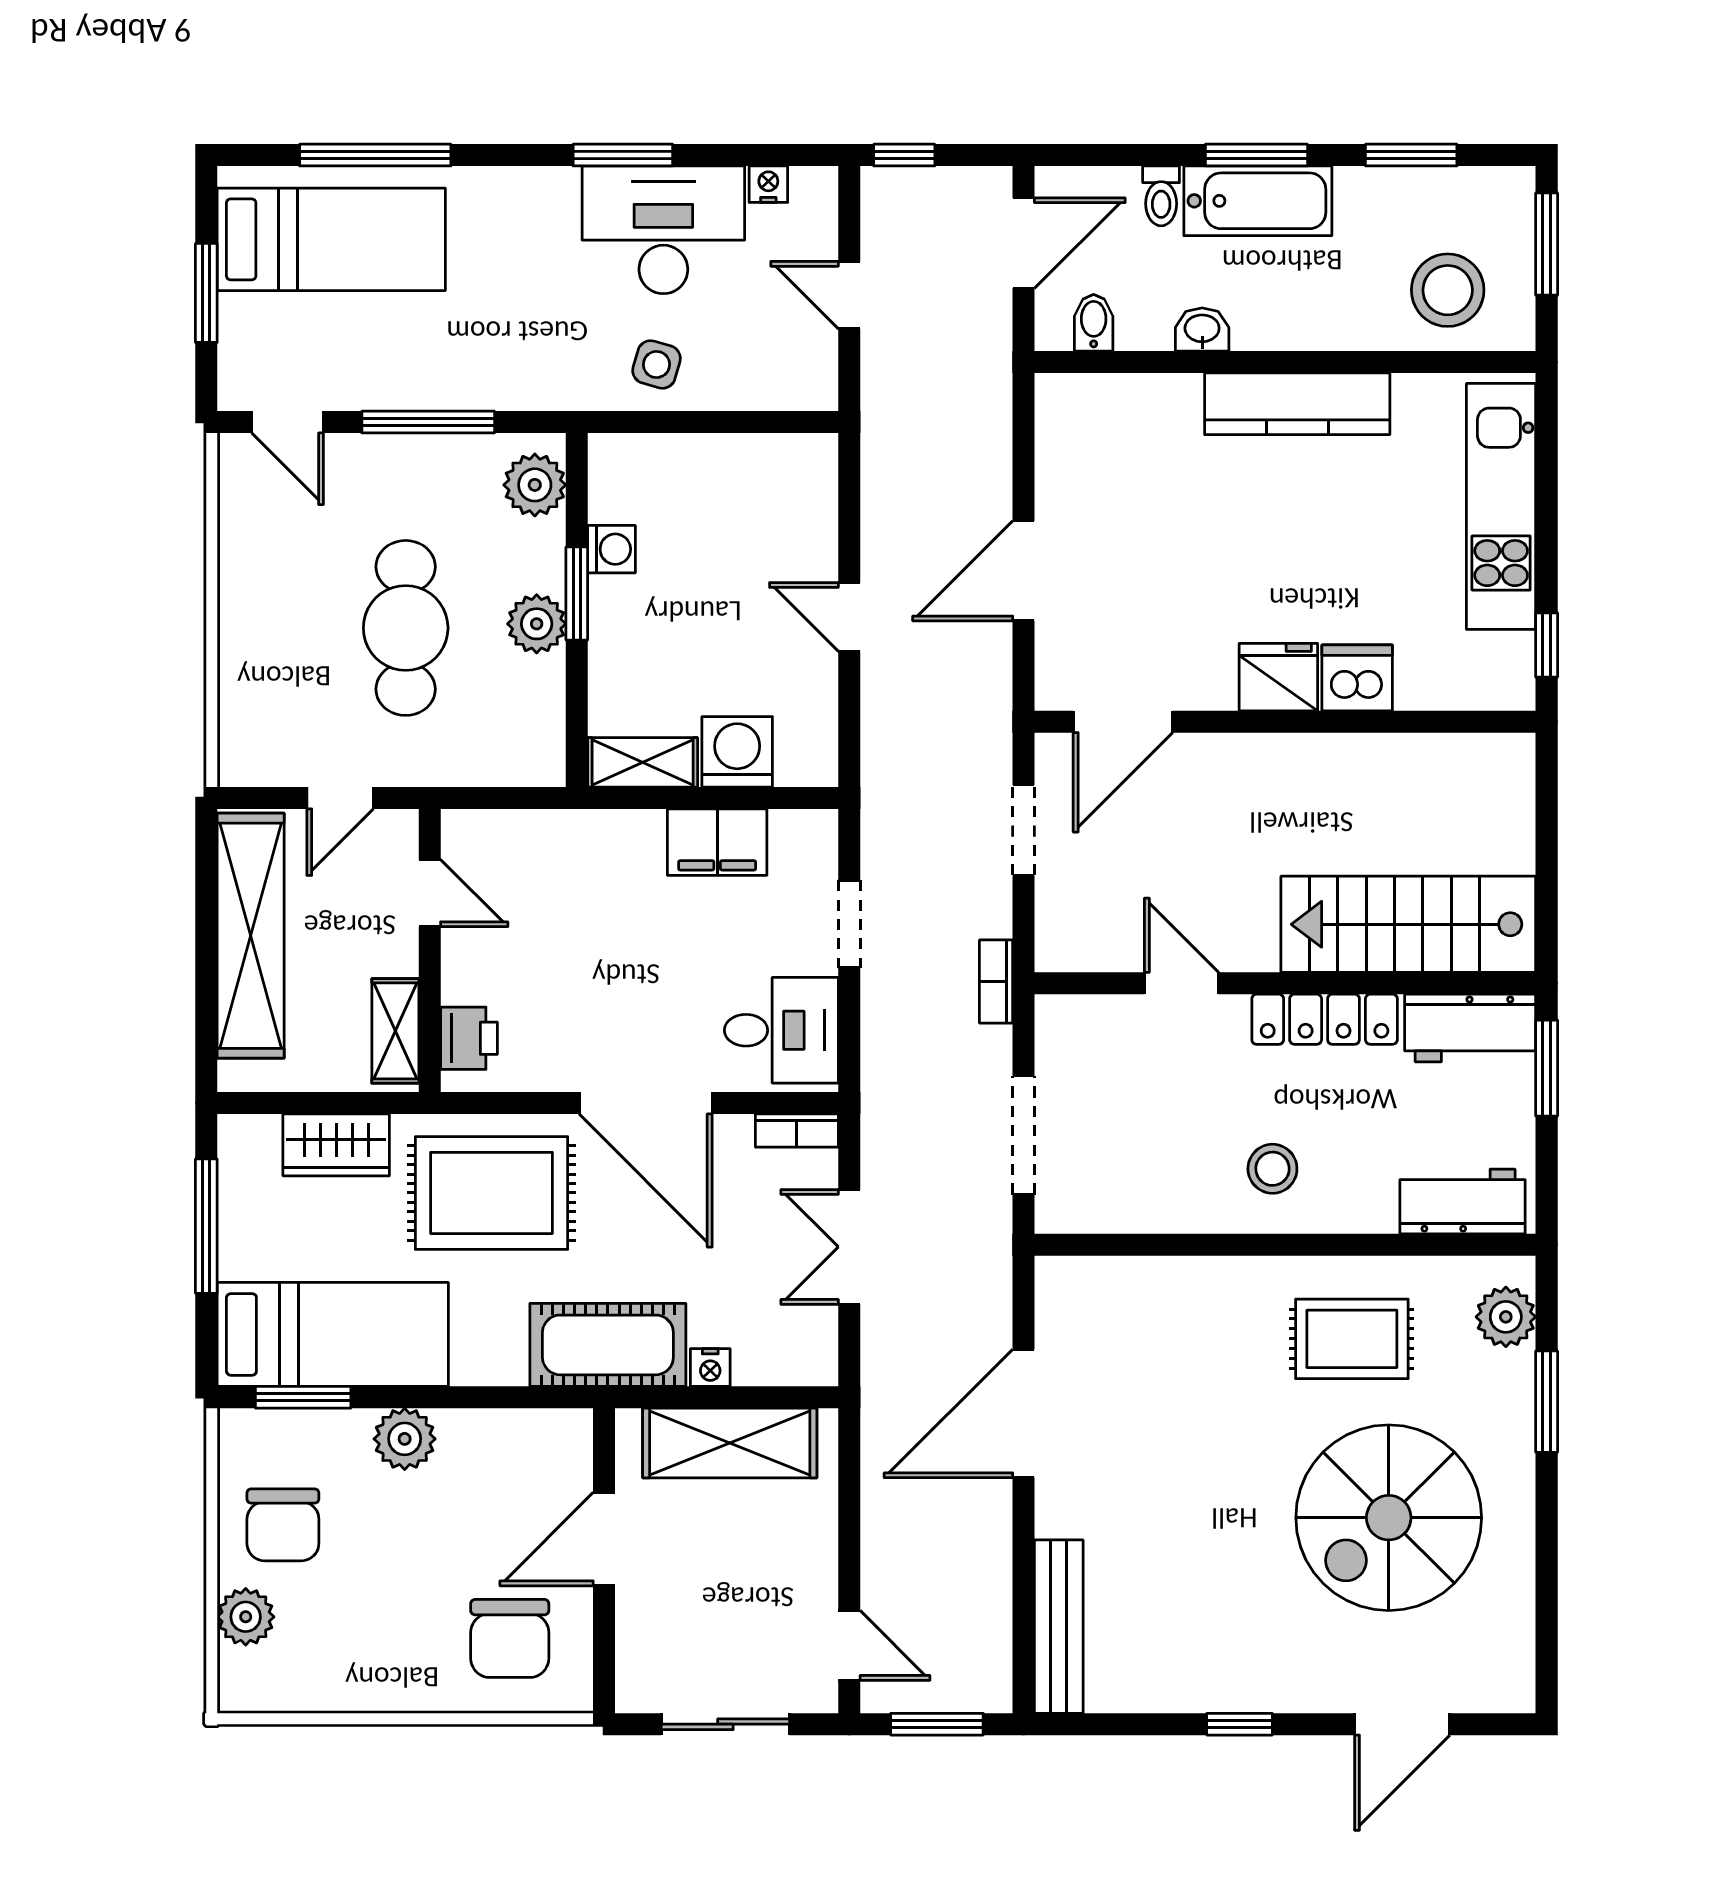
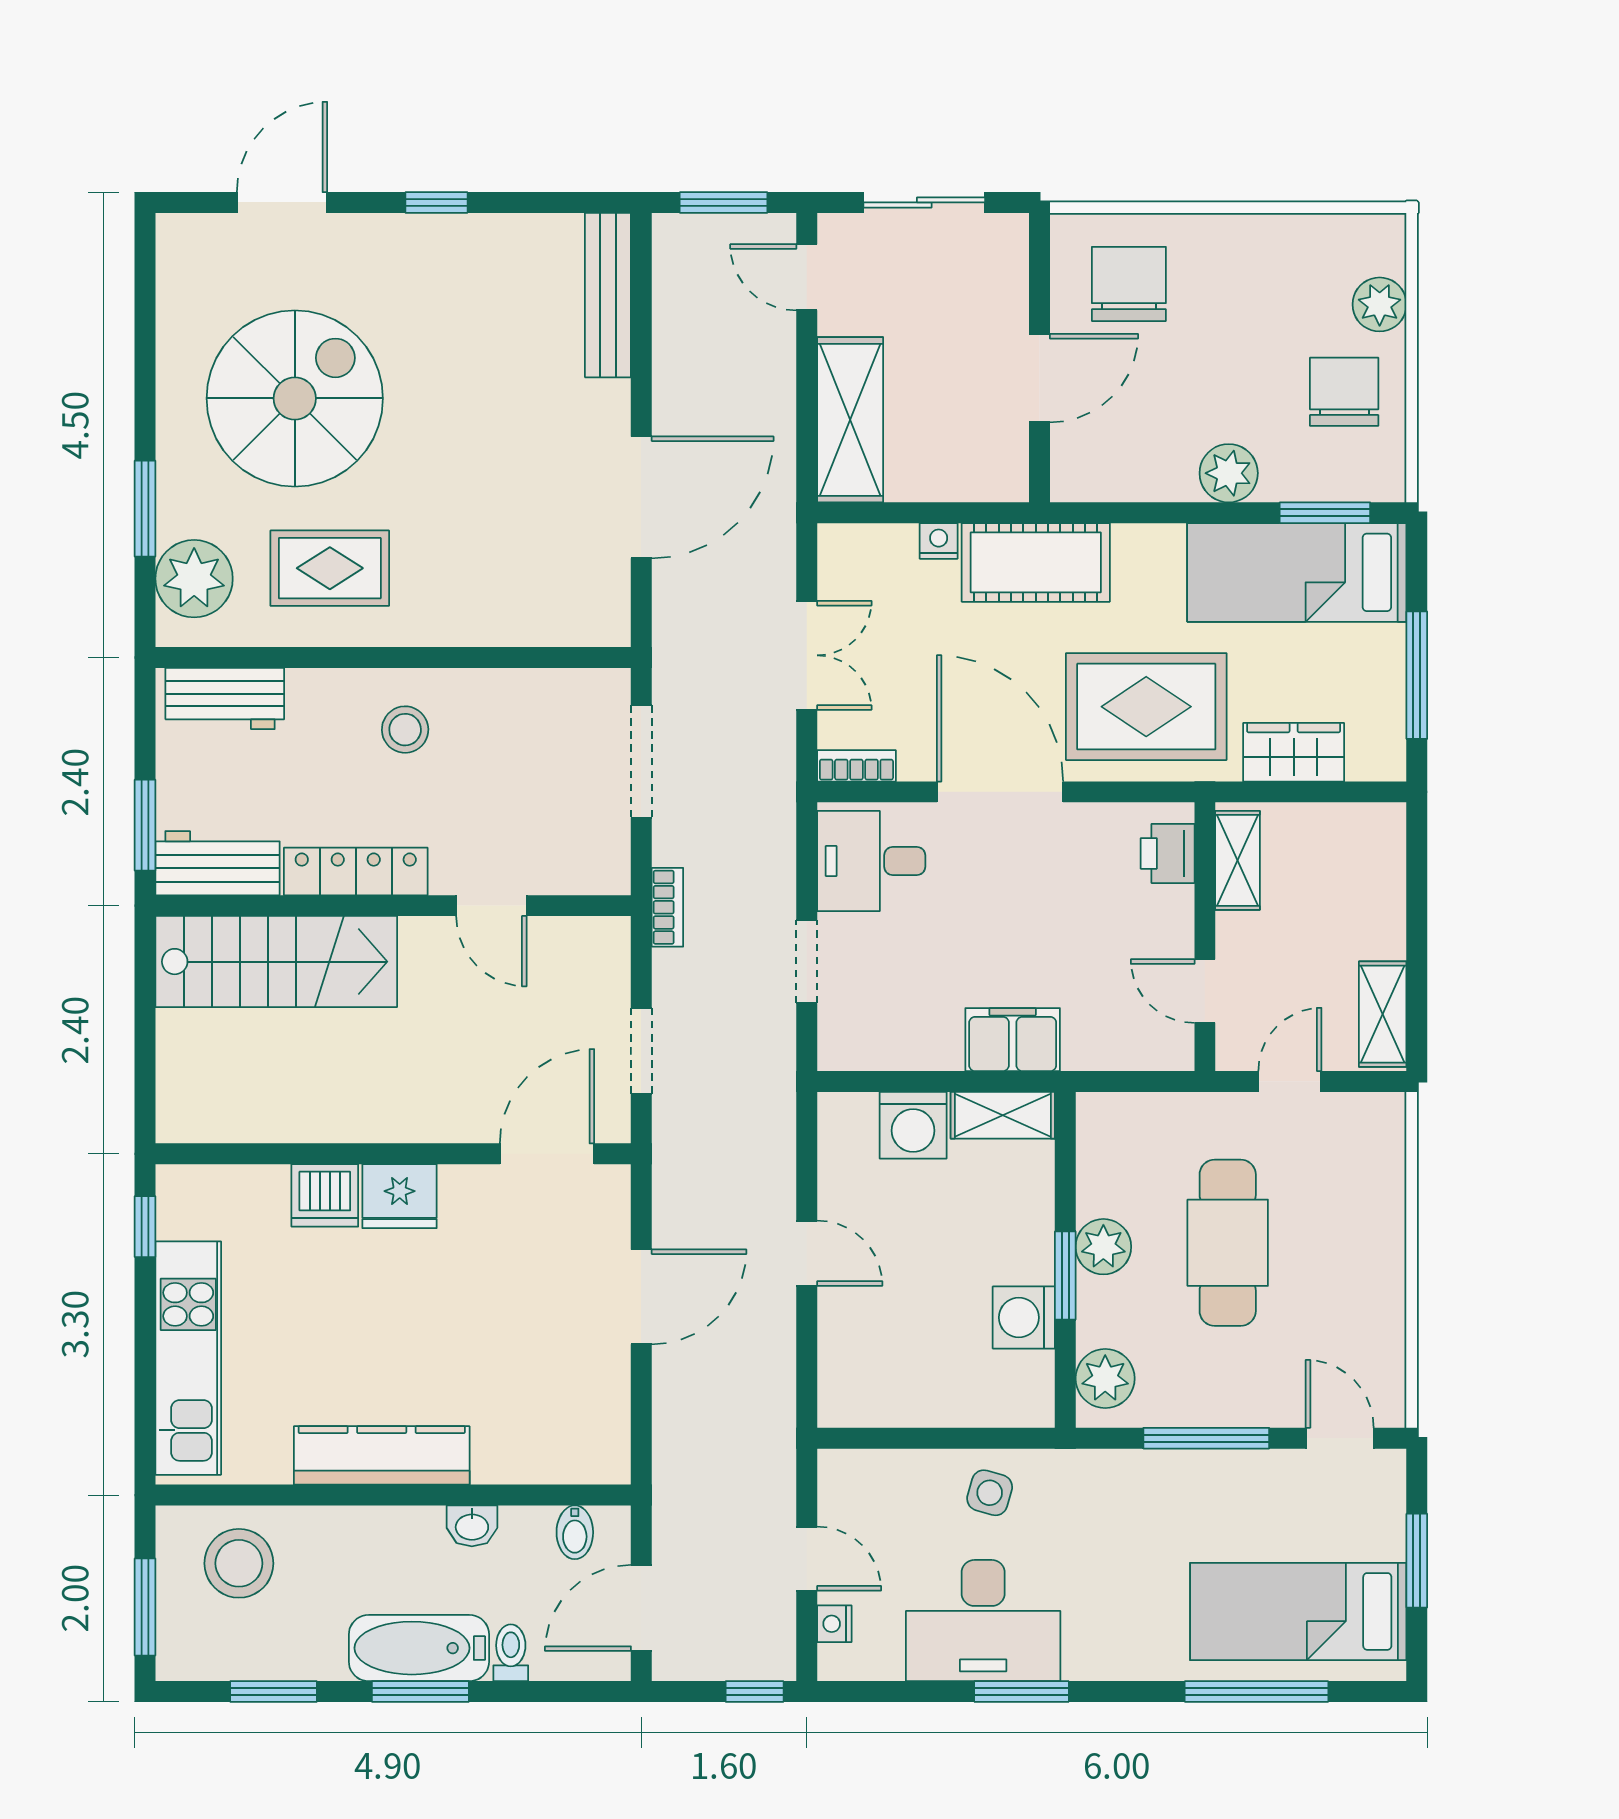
nightstand: (768, 184) -> (834, 1624), moved, turned 90
washing machine: (611, 549) -> (1024, 1318), width x1.38, depth x1.38
filing cabinet: (717, 842) -> (1013, 1040), moved
shelving: (251, 936) -> (1383, 1014), width x0.45, depth x0.75
plant: (1506, 1317) -> (194, 579), width x1.36, depth x1.36
shelving: (730, 1443) -> (850, 420), moved, turned 90

